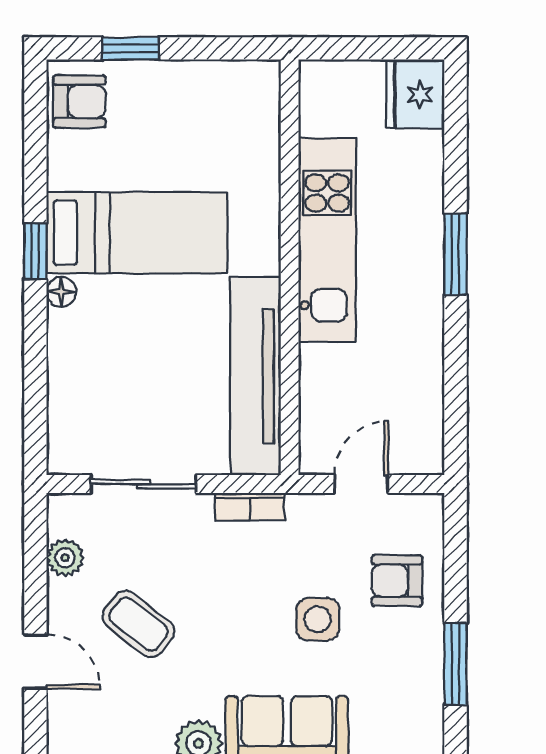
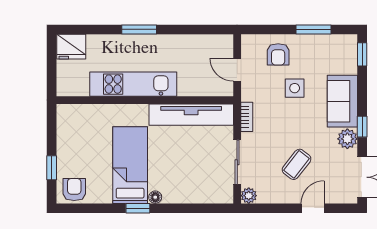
plant: (65, 558) -> (249, 196), moved

